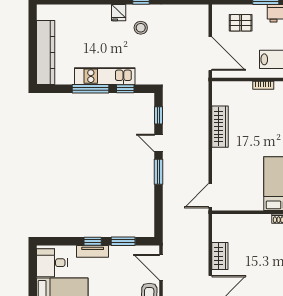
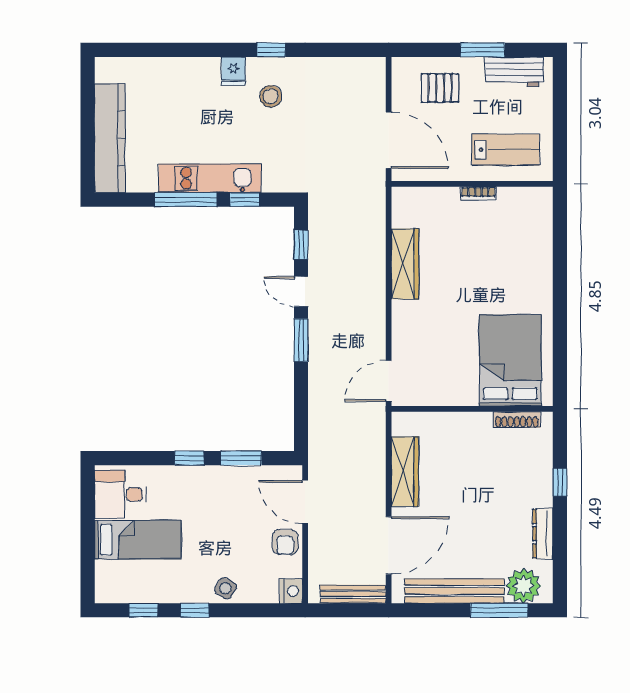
tv unit: (93, 251) -> (189, 475), removed
wardrobe: (220, 256) -> (405, 472), width x1.50

